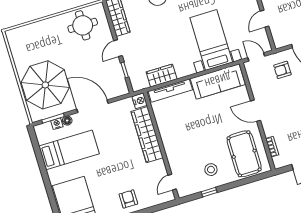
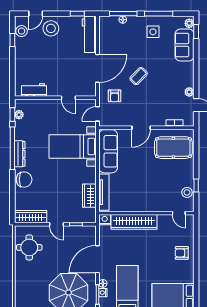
stool: (211, 170) -> (187, 192), moved

